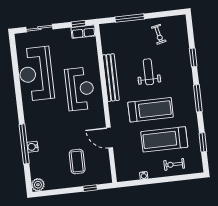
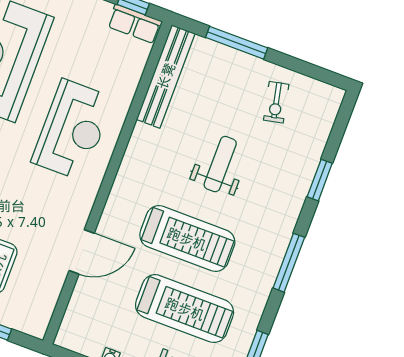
bench: (111, 78) -> (166, 76), moved
door: (110, 138) -> (82, 252), swing flipped
treadmill: (164, 139) -> (185, 309), turned 180

